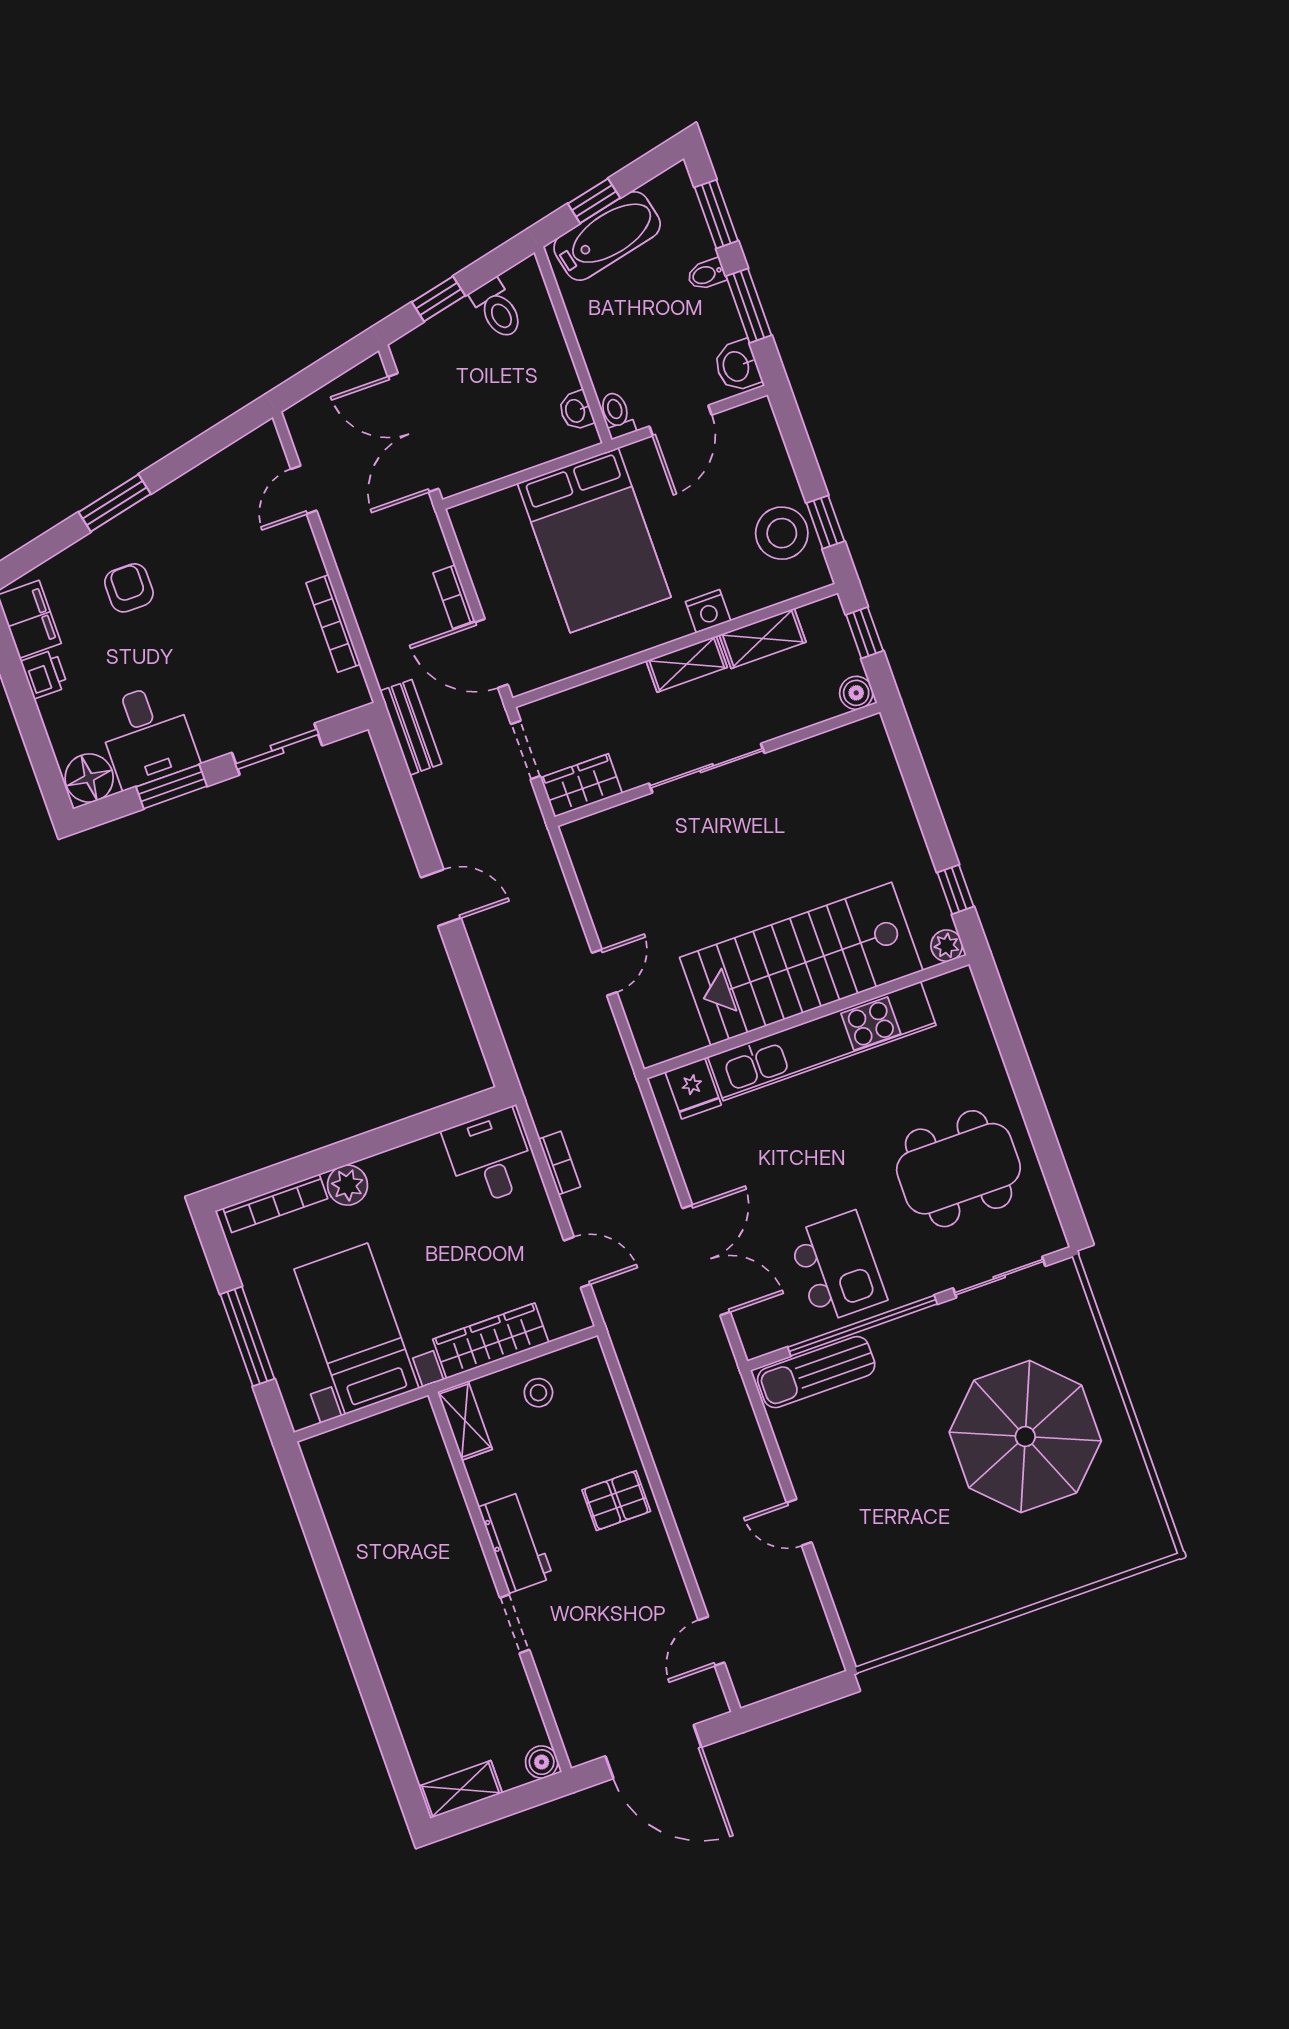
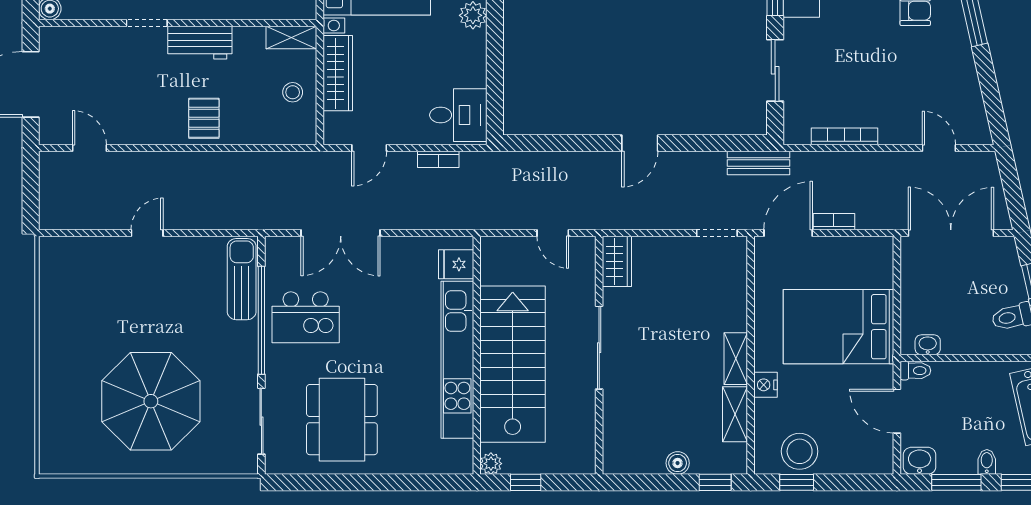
wall: (717, 764) -> (599, 355), moved
sliding door: (707, 768) -> (599, 348), moved
wardrobe: (581, 785) -> (617, 261), moved

